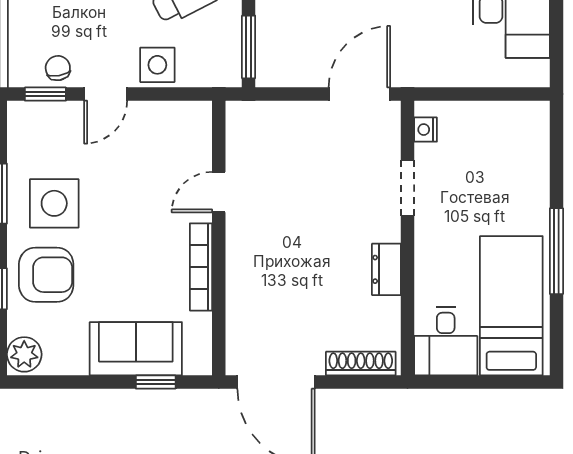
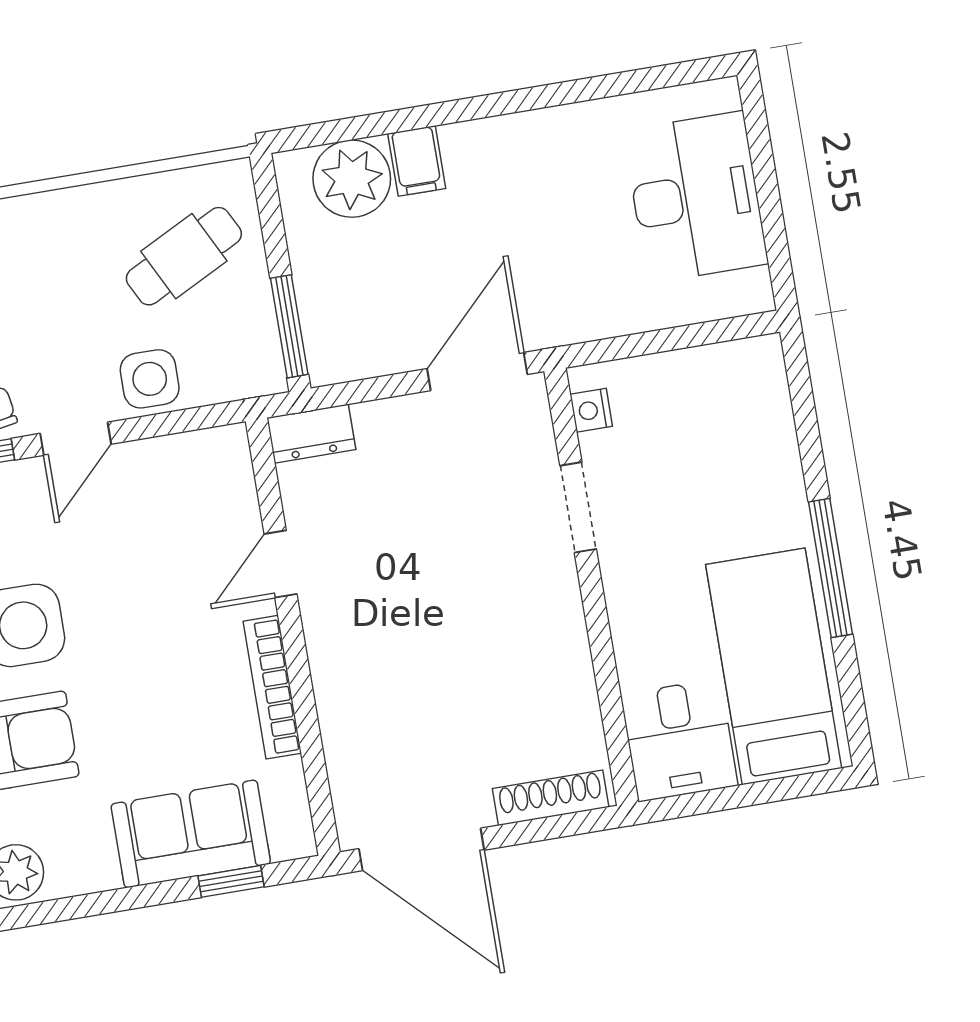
dresser: (386, 269) -> (311, 434), moved, turned -90

